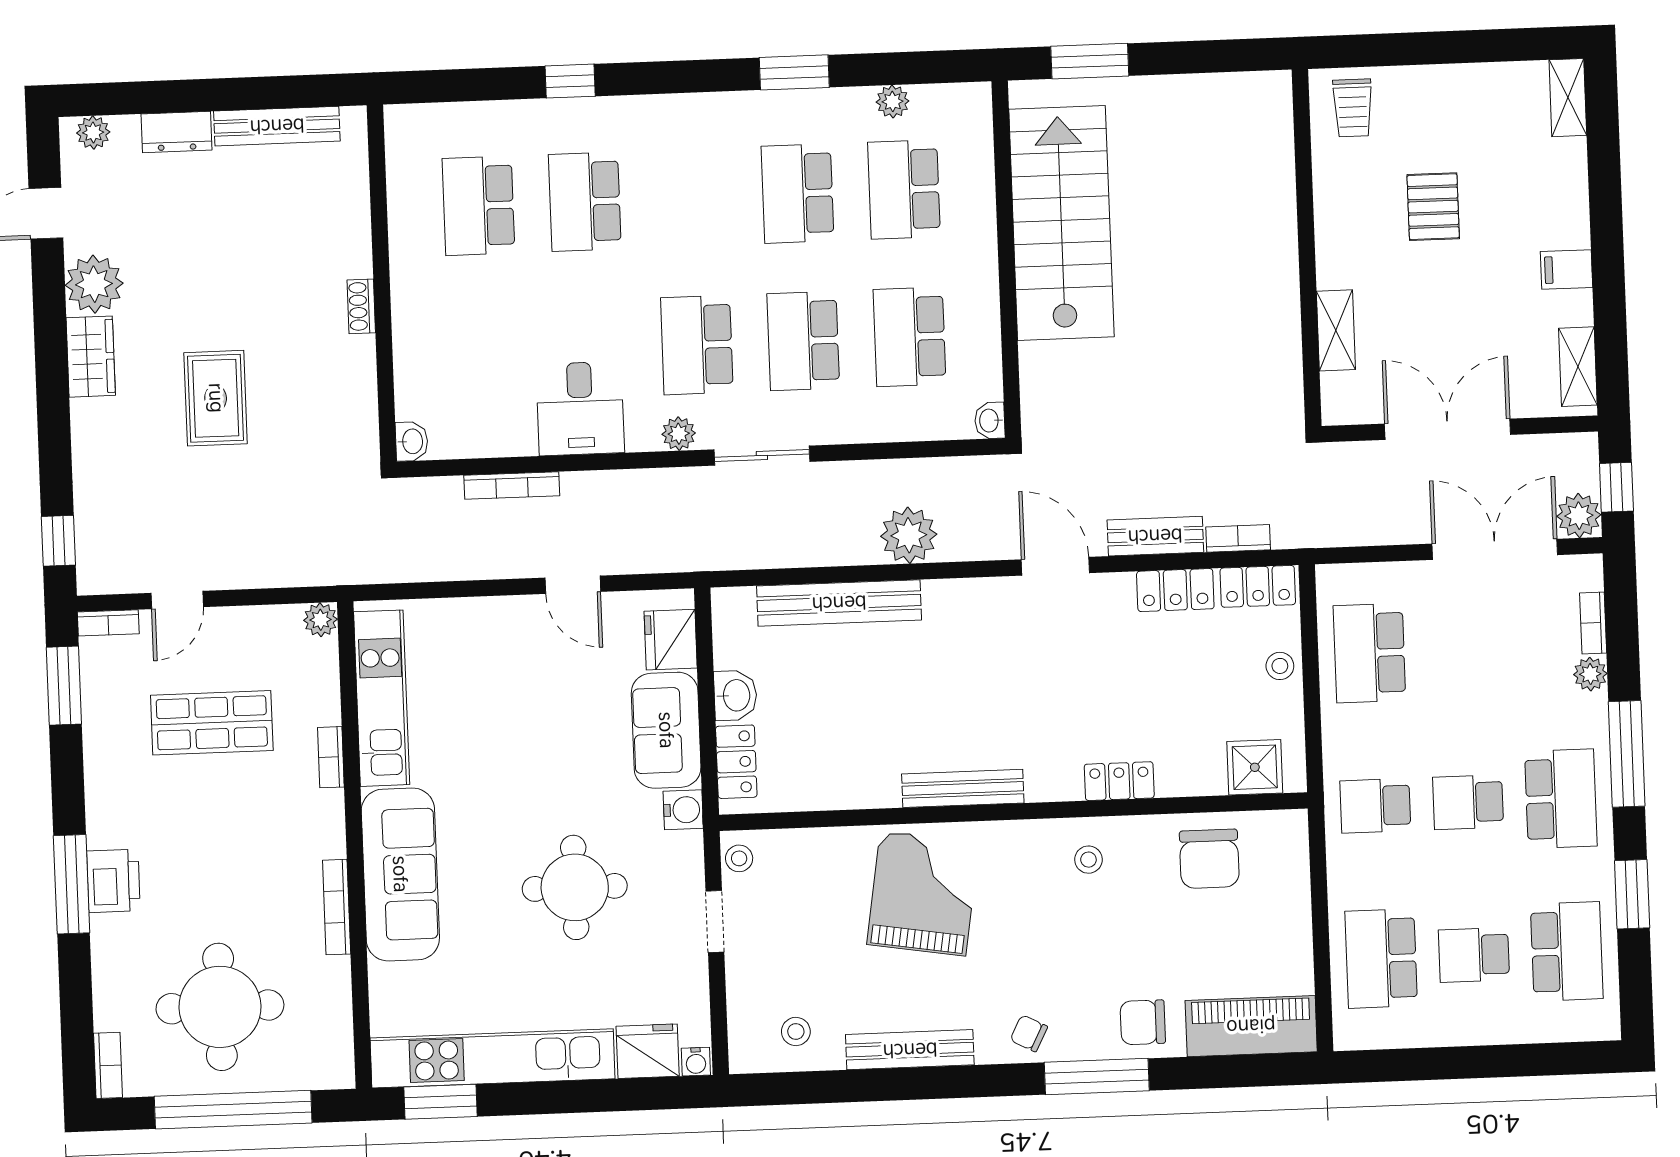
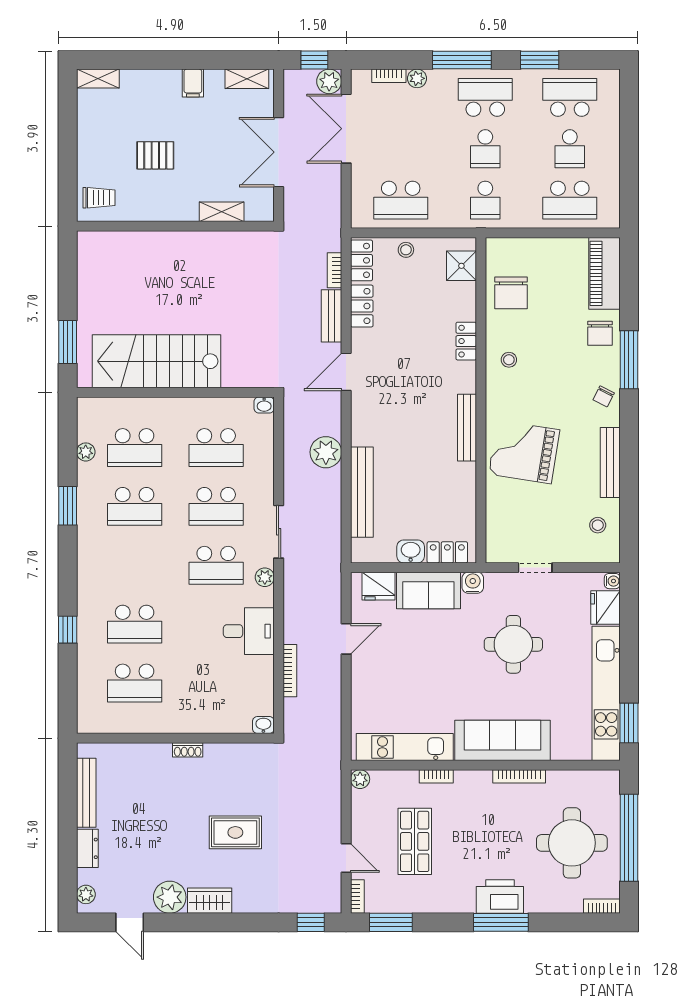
stool: (739, 858) -> (501, 553), removed
chair: (1209, 859) -> (511, 293), turned 90
printer: (113, 881) -> (500, 896), width x1.37, depth x1.19

